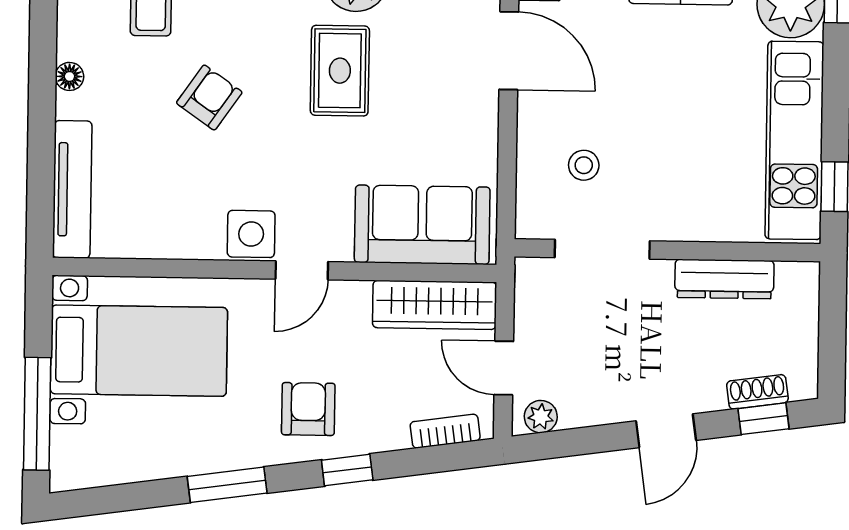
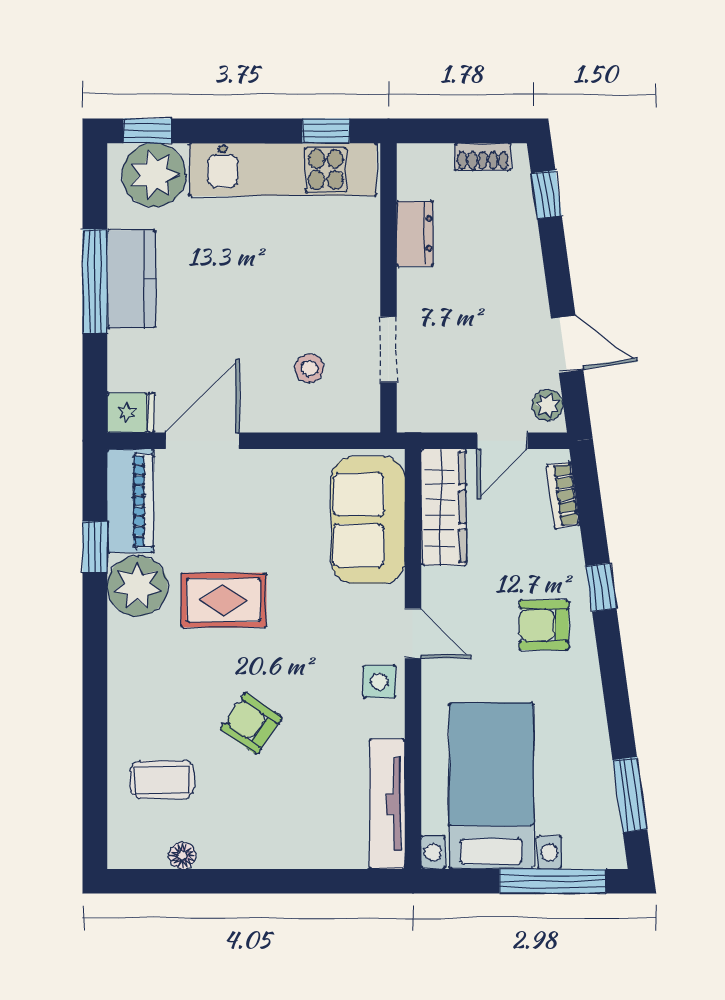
floor lamp: (69, 76) -> (182, 856), moved
tv unit: (72, 189) -> (387, 804), moved, turned -90
side table: (251, 234) -> (379, 682), width x0.73, depth x0.73
doorway: (602, 249) -> (388, 349), width x0.73
dresser: (724, 279) -> (415, 234), width x0.70
shoe rack: (757, 392) -> (483, 157), moved, turned -82
door: (666, 431) -> (567, 344), moved
window: (227, 485) -> (630, 795), moved

